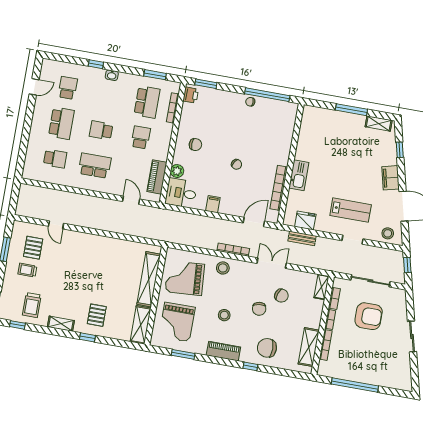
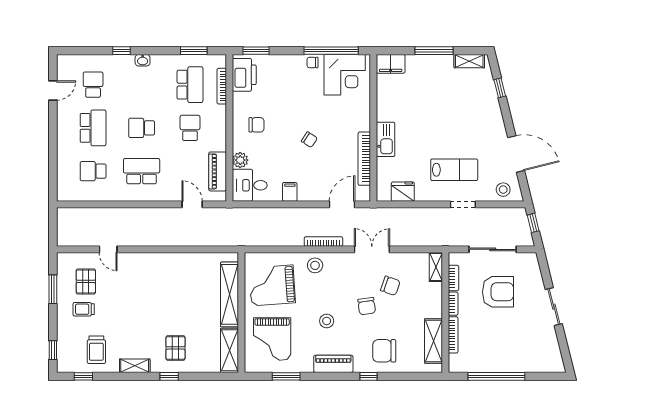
printer: (191, 95) -> (244, 75), width x1.87, depth x1.48
corner desk: (275, 116) -> (345, 75), added
school desk: (55, 159) -> (93, 171), turned 180
filing cabinet: (391, 178) -> (391, 64), moved, turned -76
bench: (302, 238) -> (403, 214), removed

